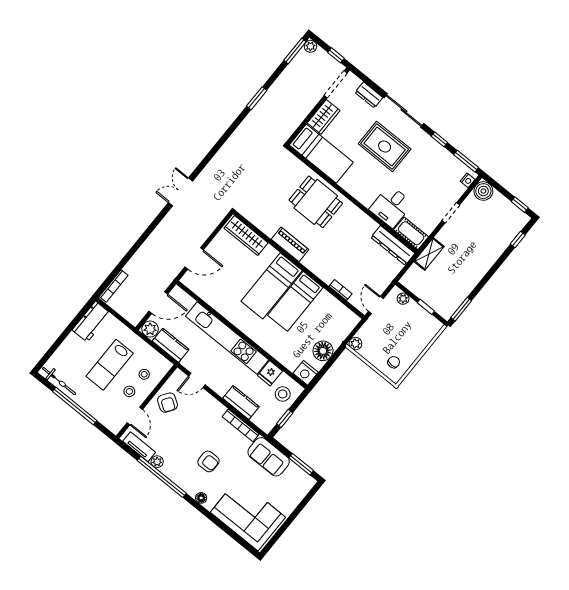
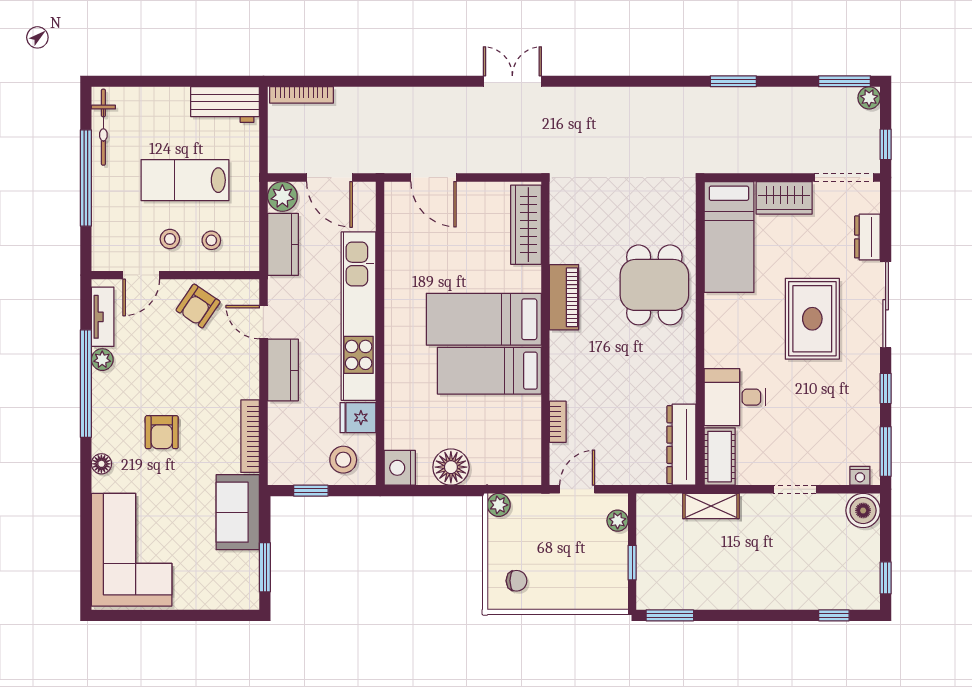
kitchen counter: (241, 402) -> (283, 370), moved

